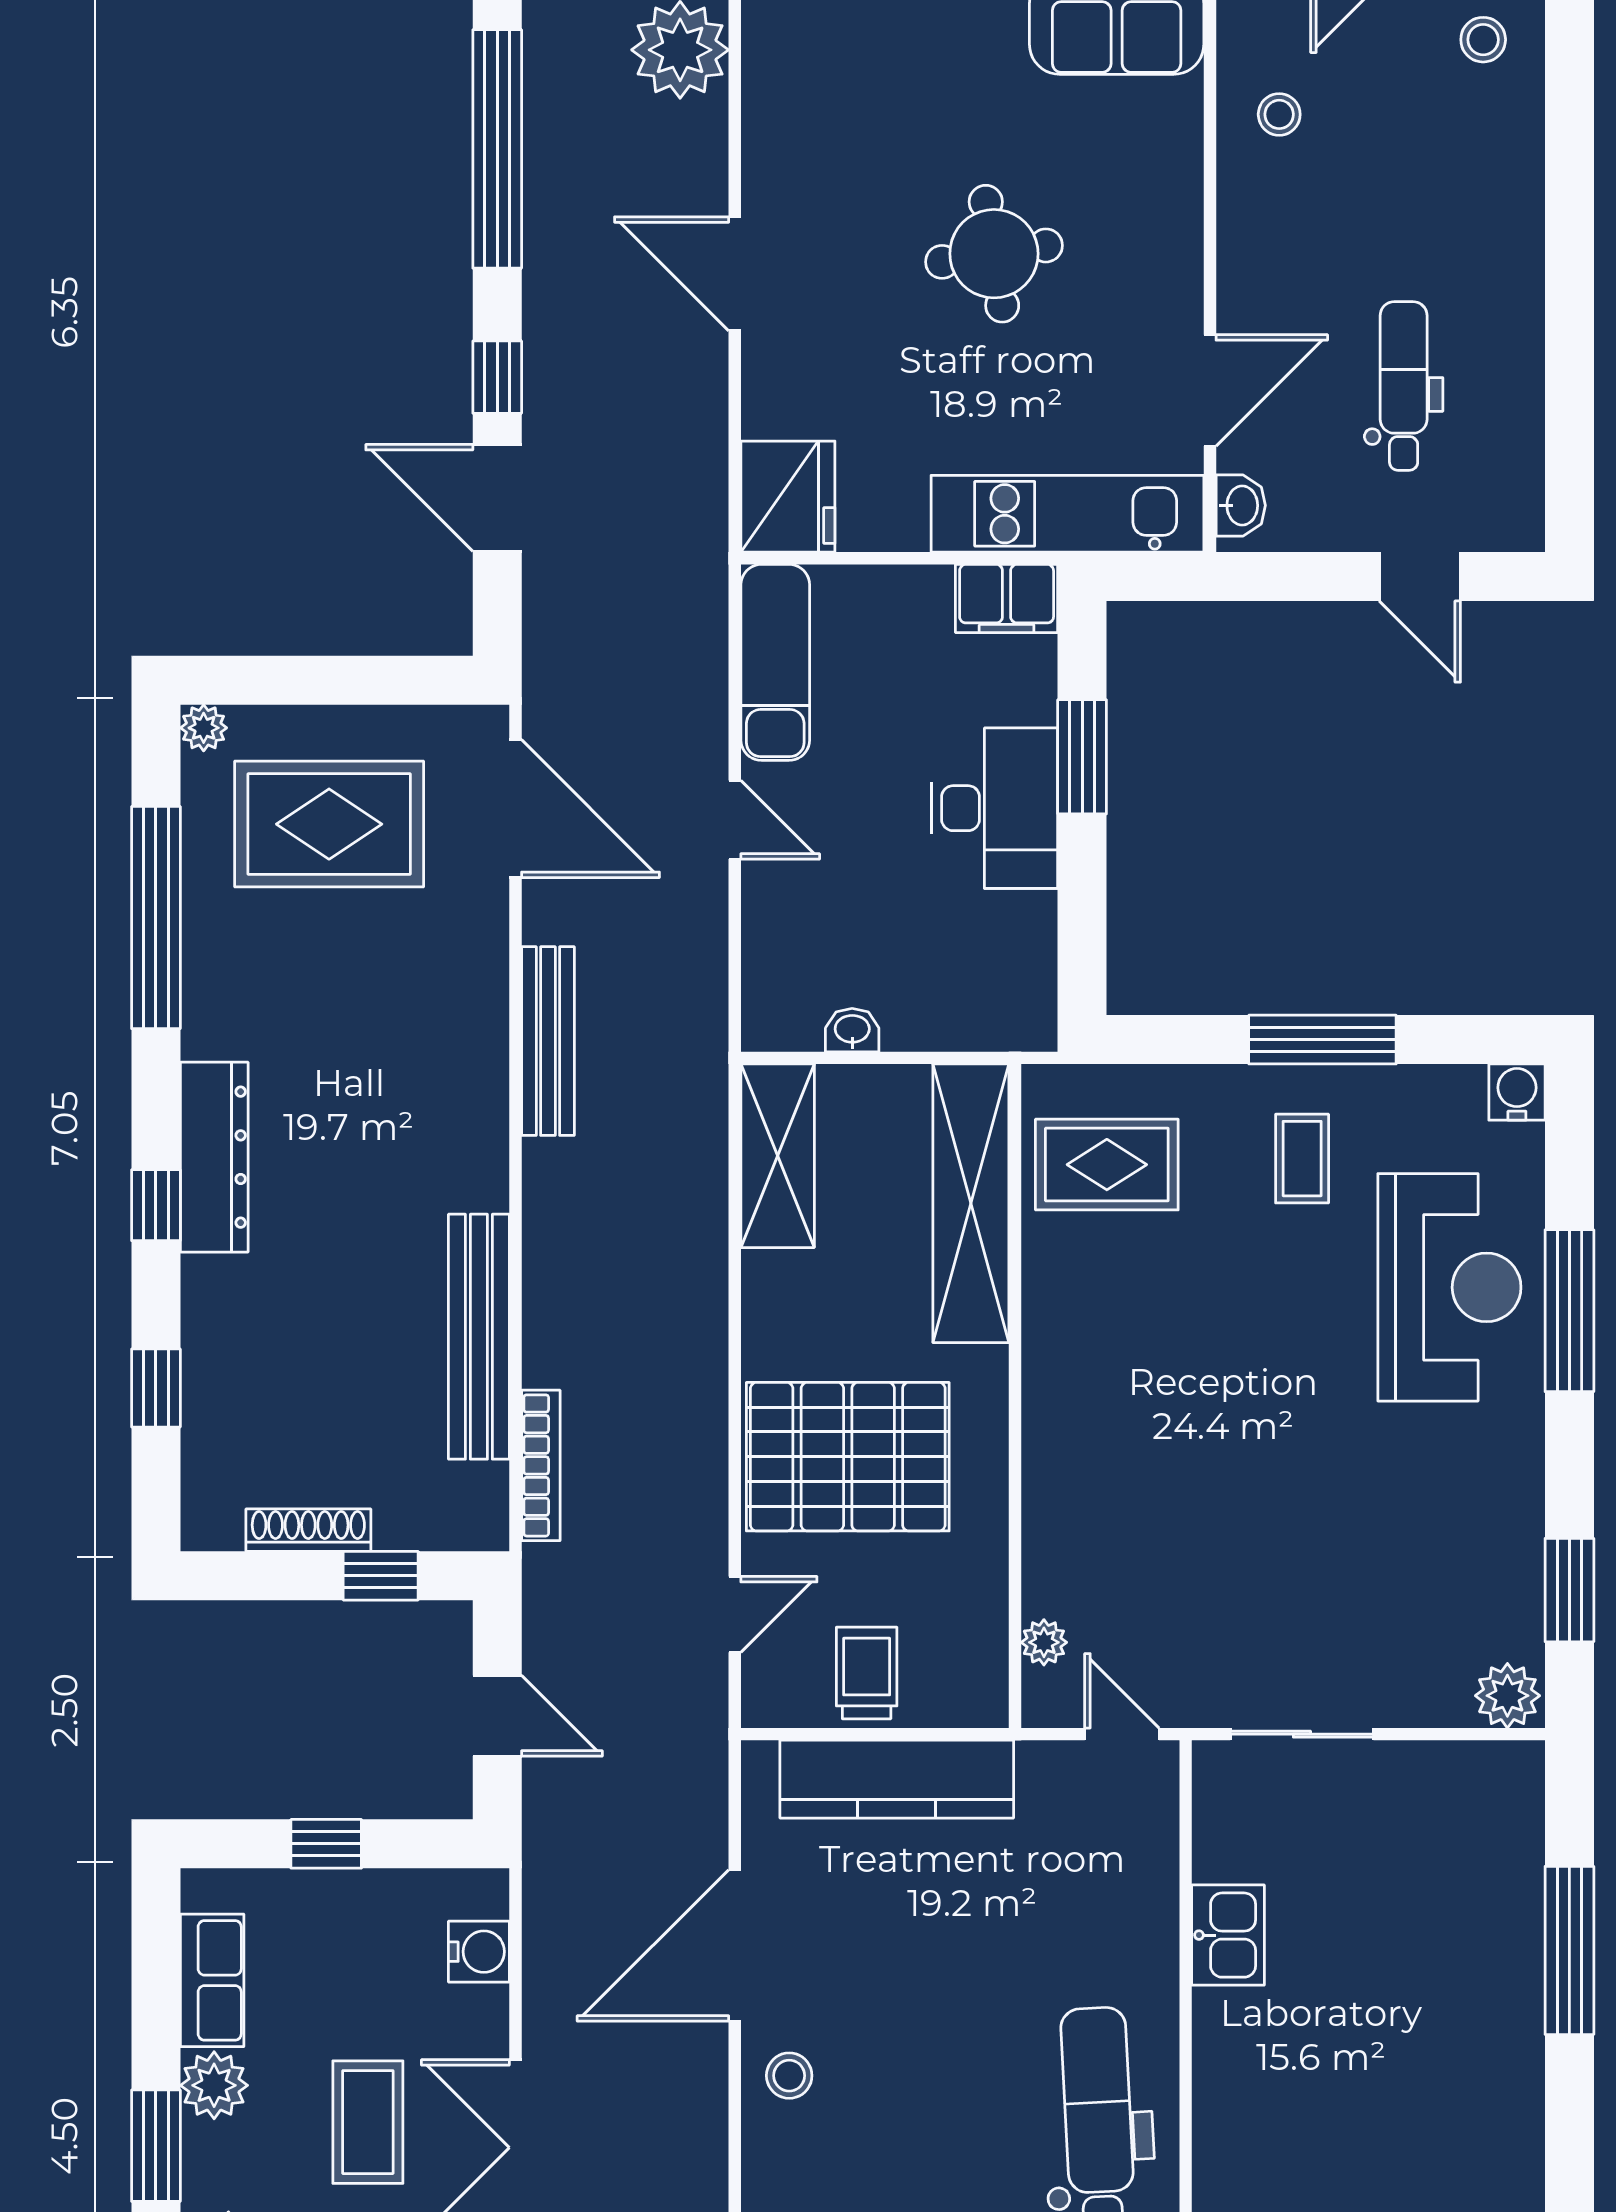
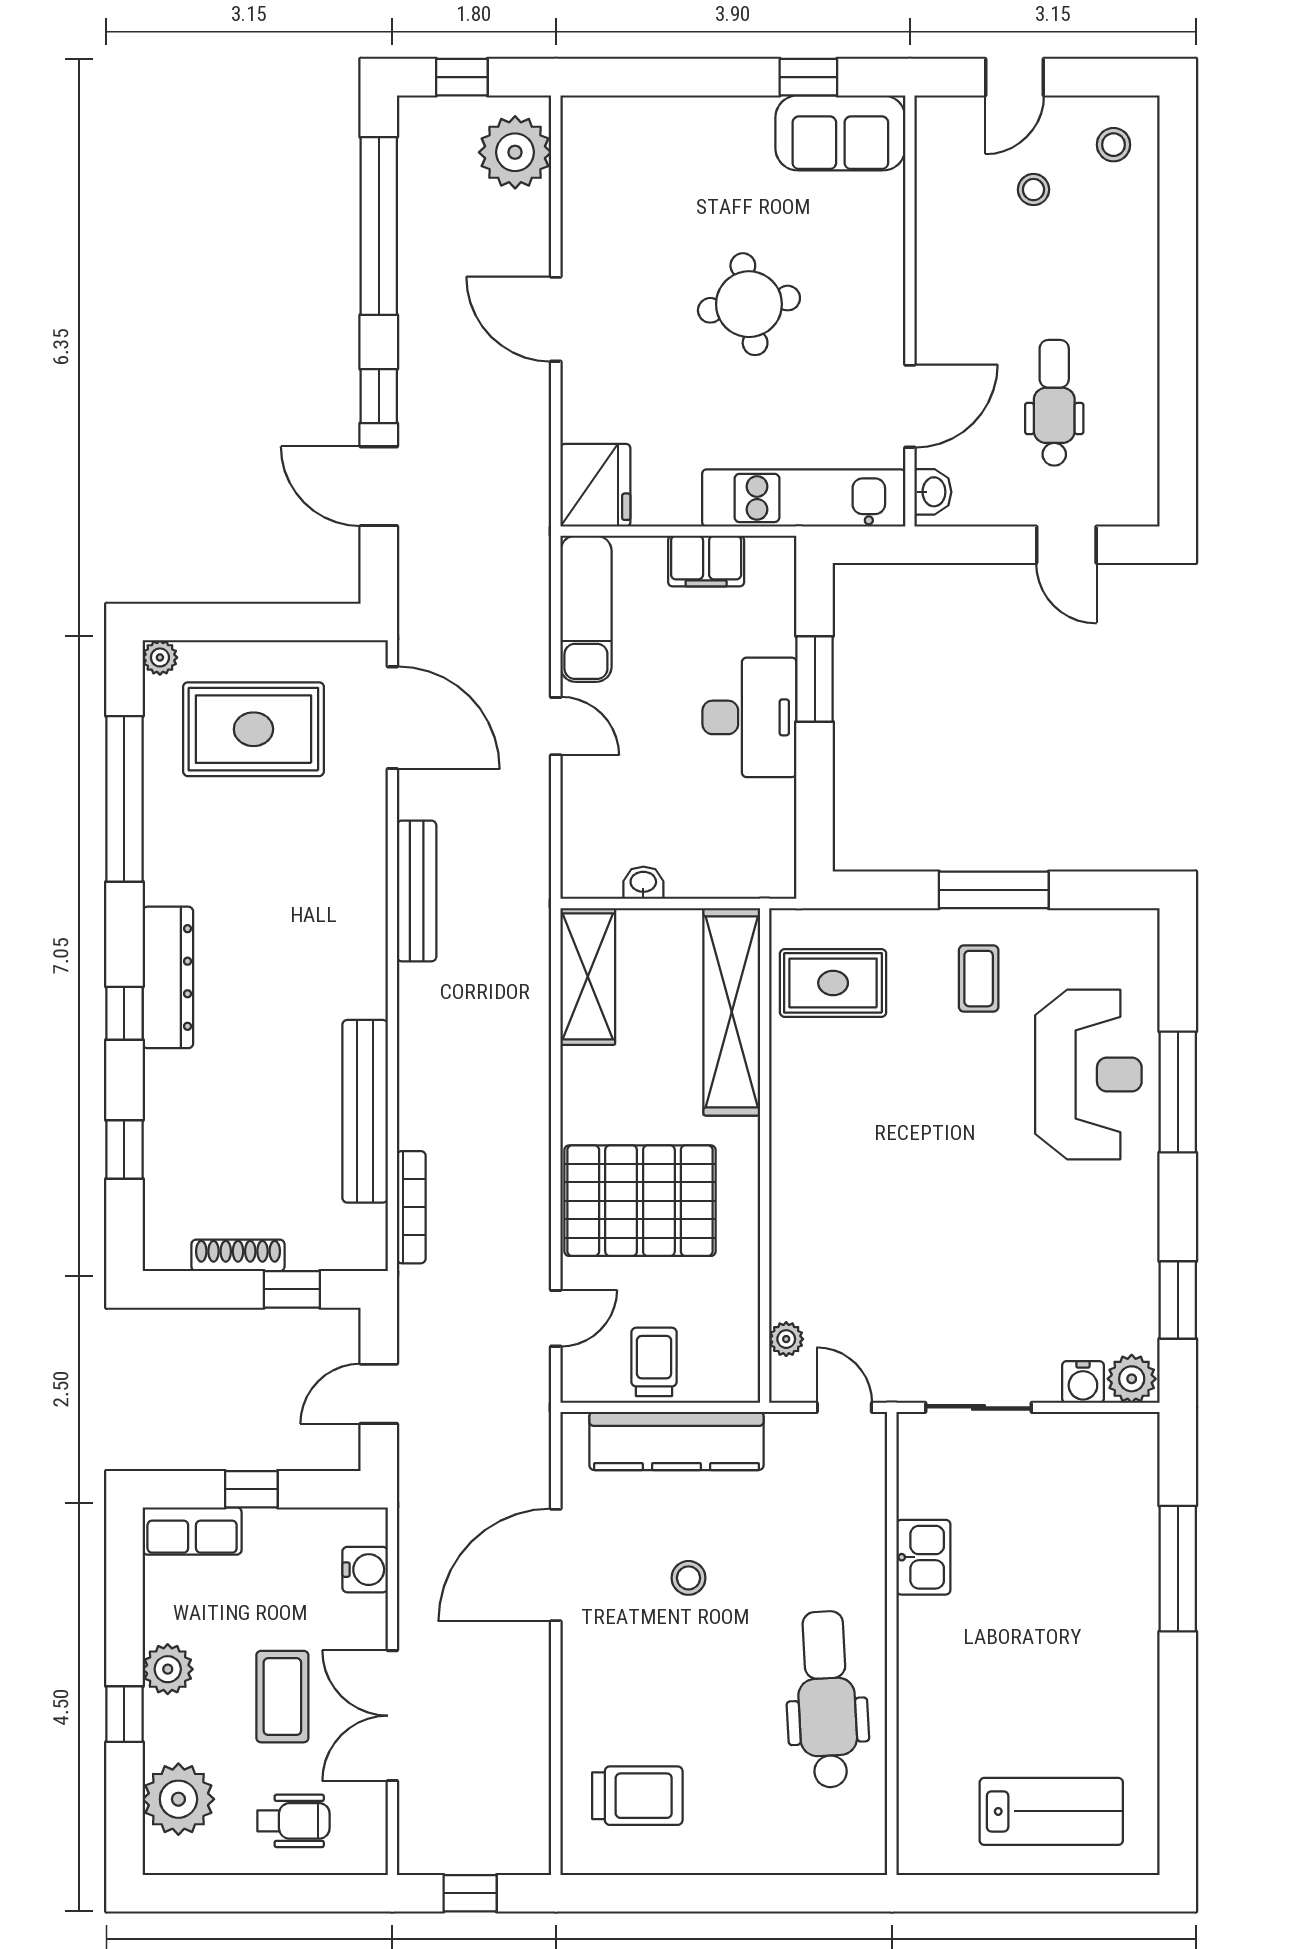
stool: (1279, 114) -> (1034, 190), moved
filing cabinet: (1007, 598) -> (706, 561), moved
water cooler: (1517, 1092) -> (1083, 1382), moved, turned 180
door: (497, 1716) -> (379, 1394), swing flipped
row of seats: (212, 1980) -> (192, 1531), moved, turned 90
stool: (789, 2076) -> (689, 1578), moved
window: (156, 2146) -> (124, 1714), width x0.67

